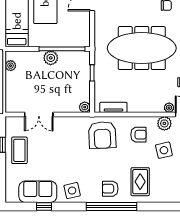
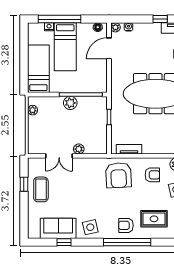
plant: (85, 107) -> (79, 149), moved
rug: (140, 182) -> (154, 219), turned 90

